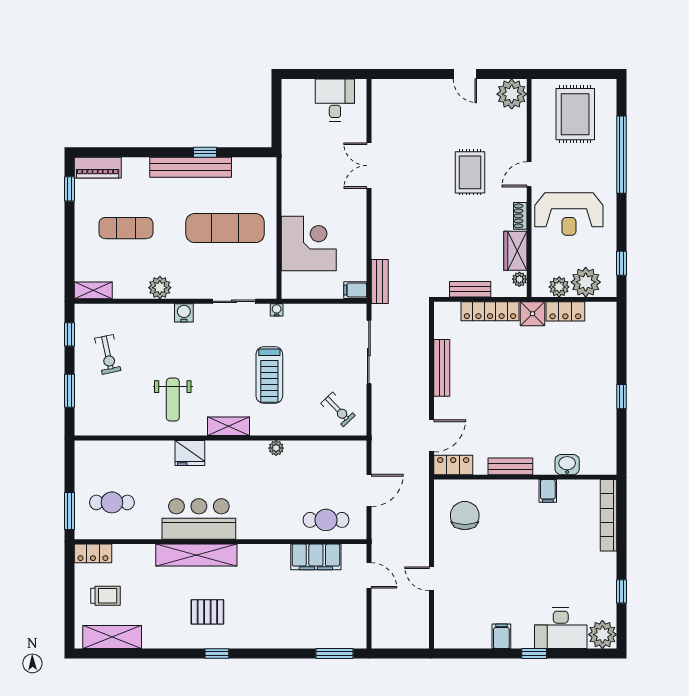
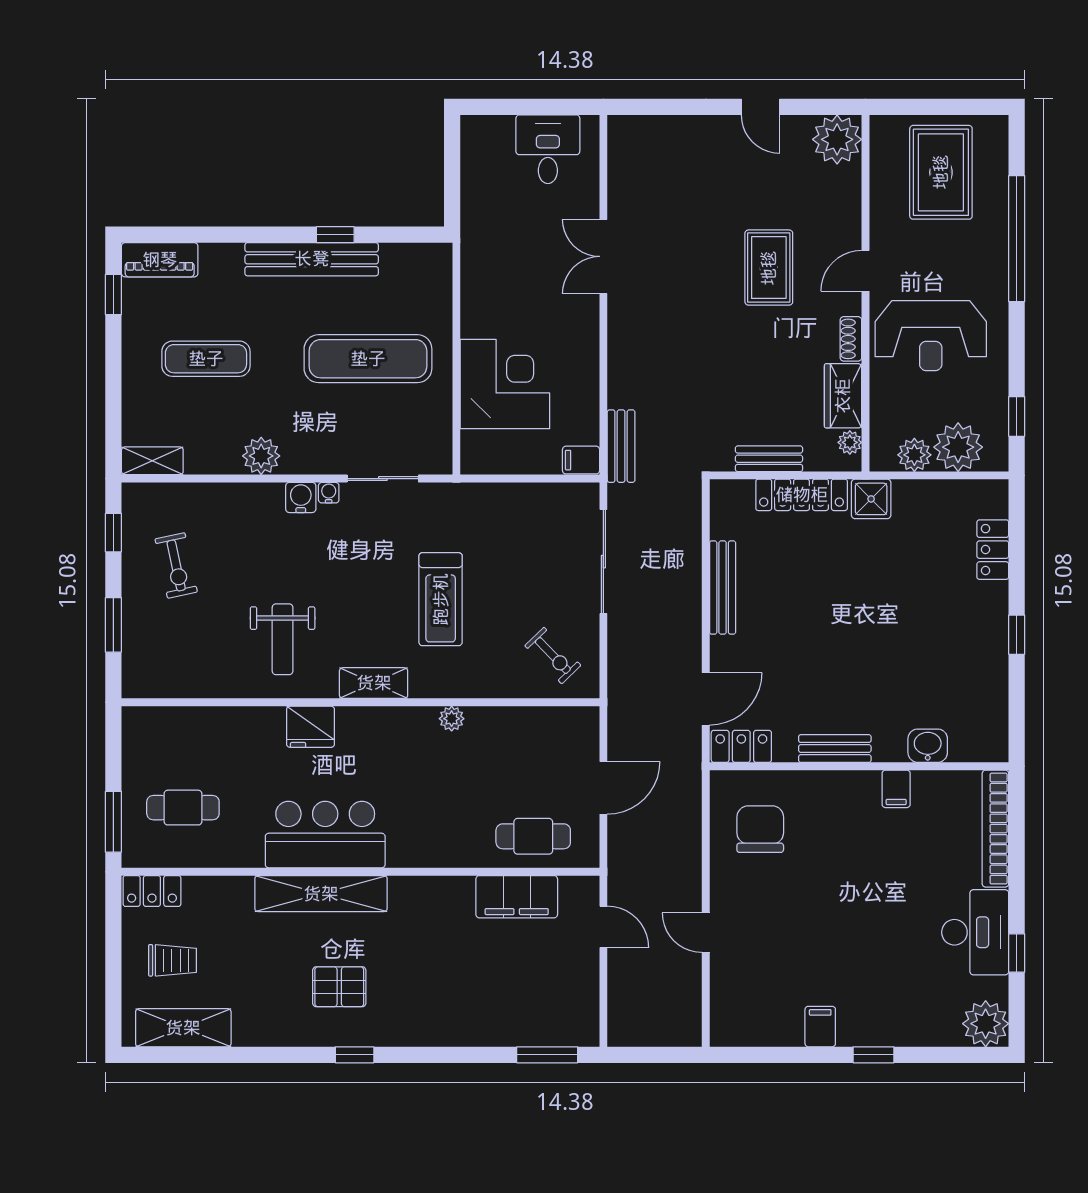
water cooler: (277, 310) -> (329, 493), moved
locker: (565, 311) -> (993, 550), moved, turned 90
desk: (561, 628) -> (975, 932), moved, turned -90

